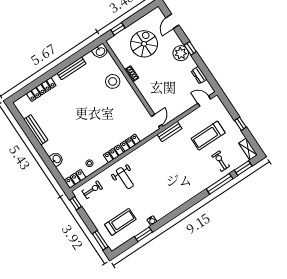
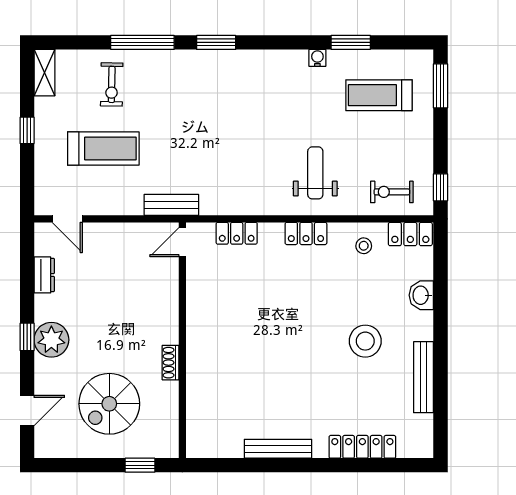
washbasin: (100, 51) -> (202, 445), removed
stool: (113, 81) -> (365, 341), moved
locker: (130, 143) -> (237, 233), moved
window: (243, 168) -> (216, 42), moved

